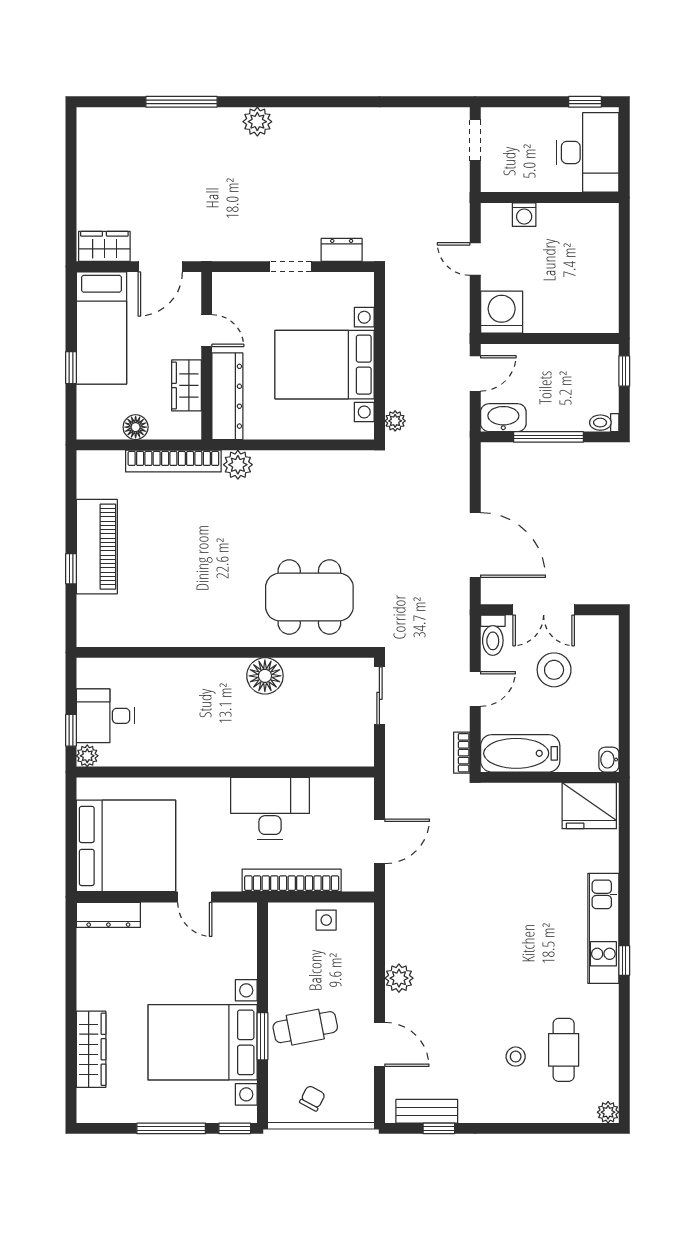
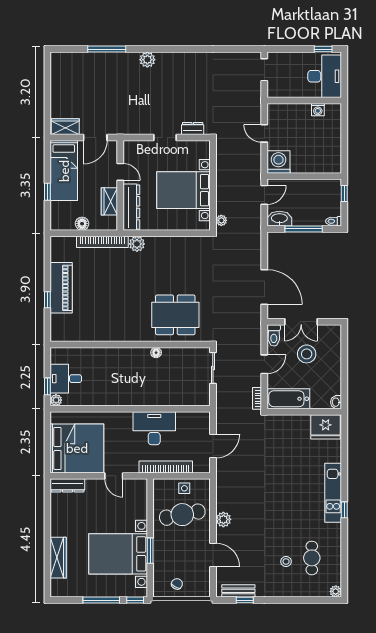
washing machine: (524, 215) -> (318, 110), moved
floor lamp: (265, 676) -> (156, 353), width x0.53, depth x0.53
cafe table: (305, 1027) -> (182, 515), moved, width x1.37, depth x1.35

